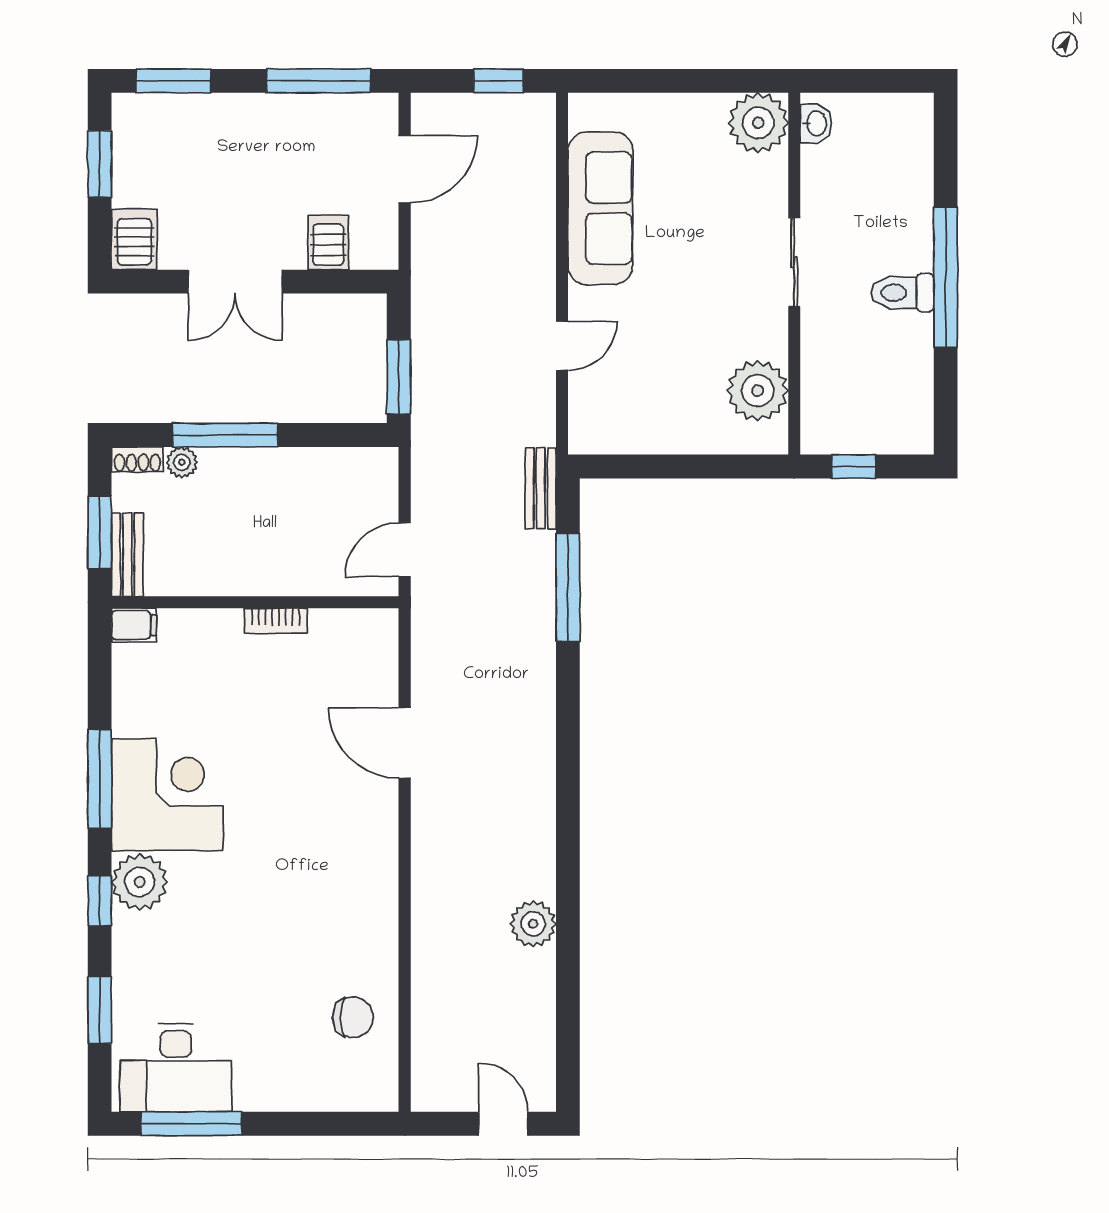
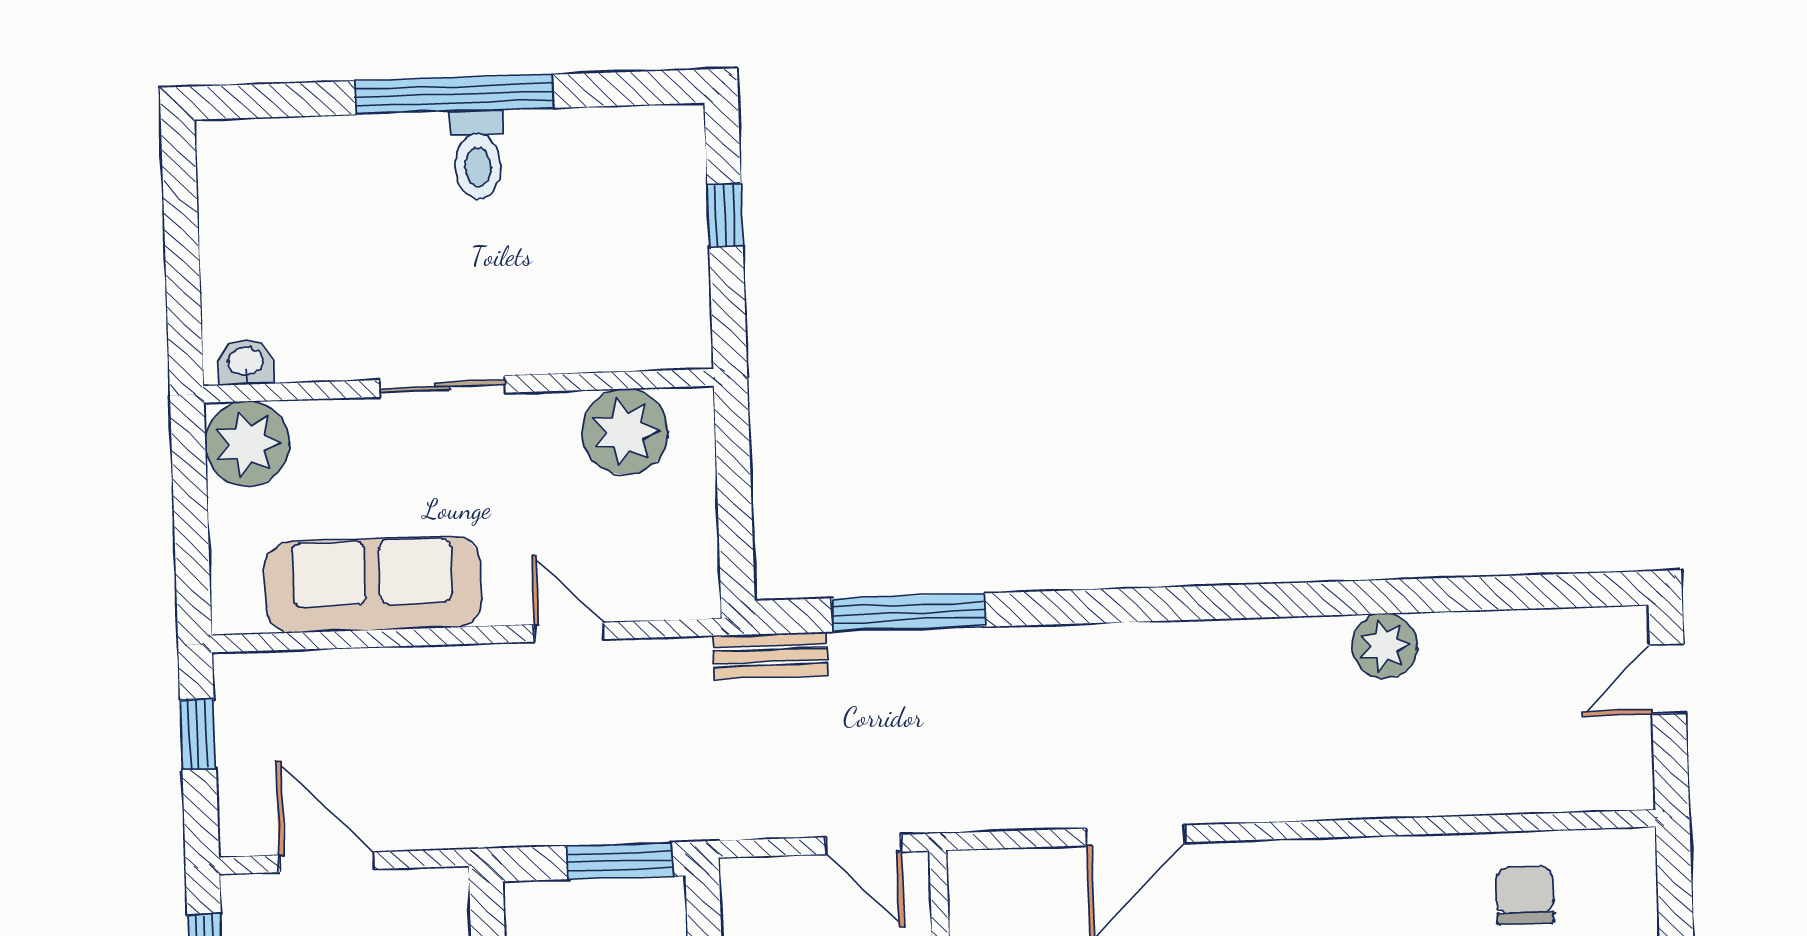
plant: (758, 123) -> (247, 444), moved
washbasin: (816, 123) -> (246, 362), moved
sliding door: (794, 262) -> (442, 386), moved
wall: (794, 274) -> (459, 386), moved
plant: (758, 391) -> (625, 432), moved

